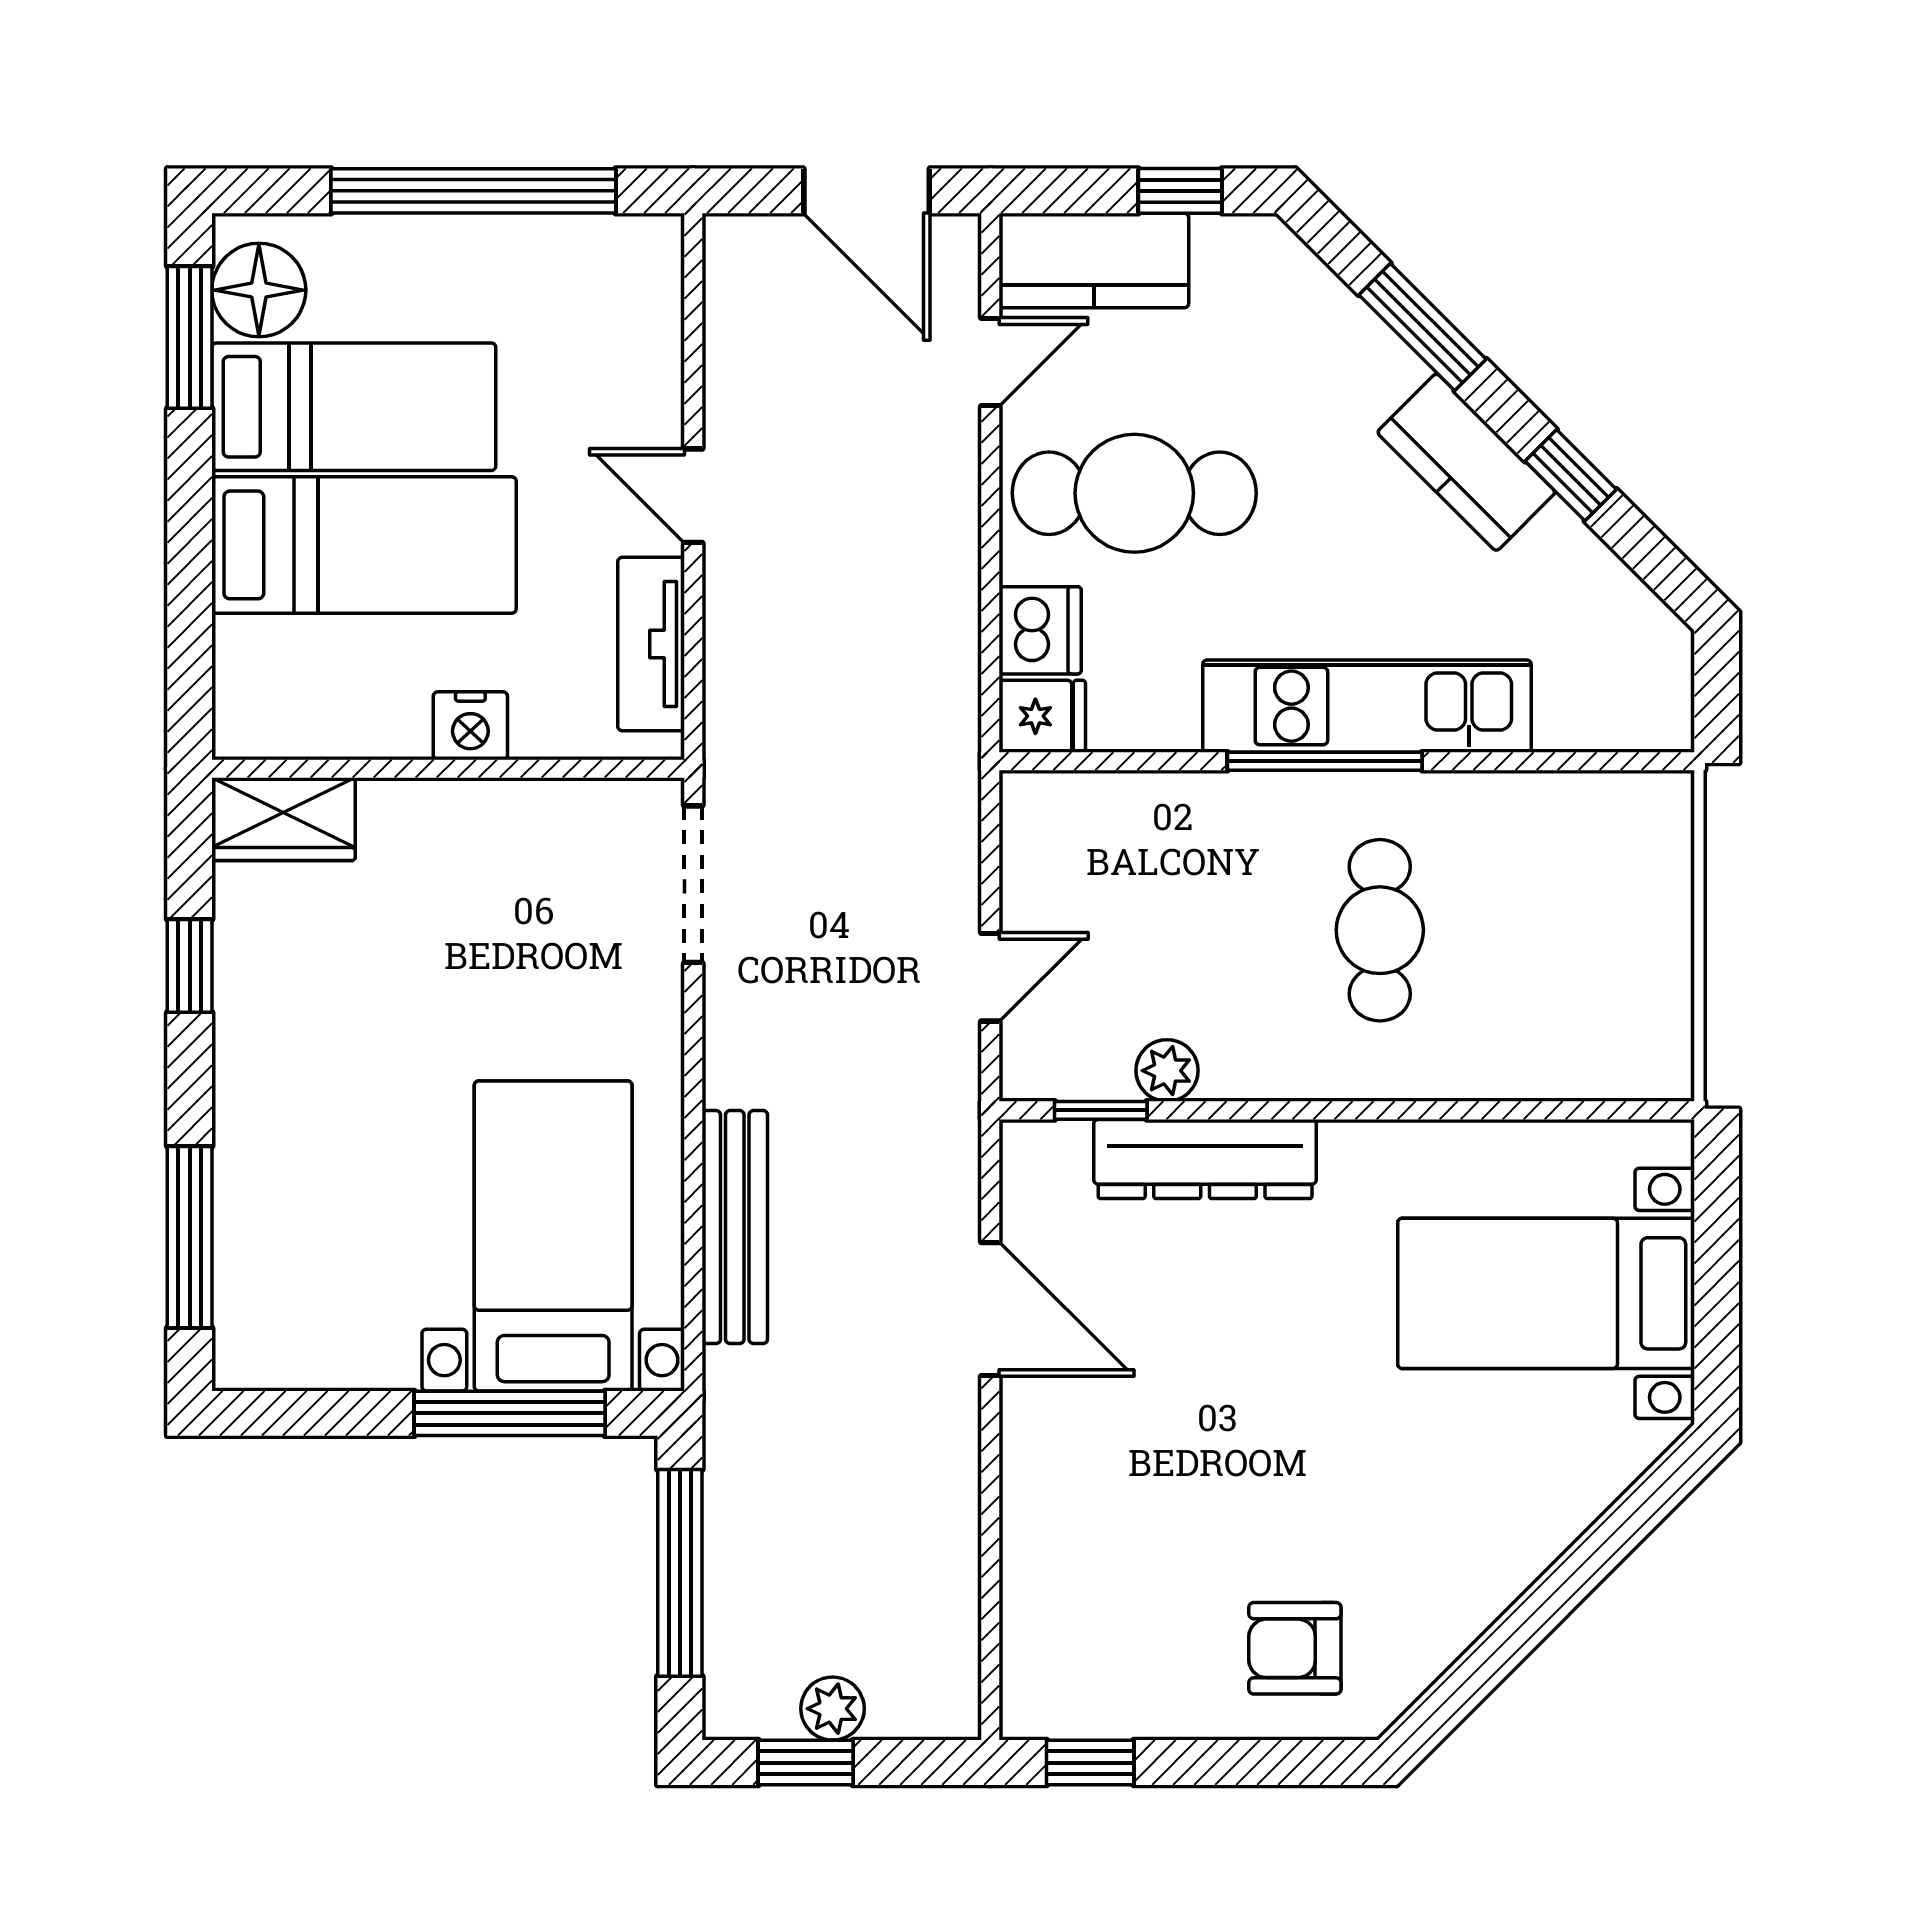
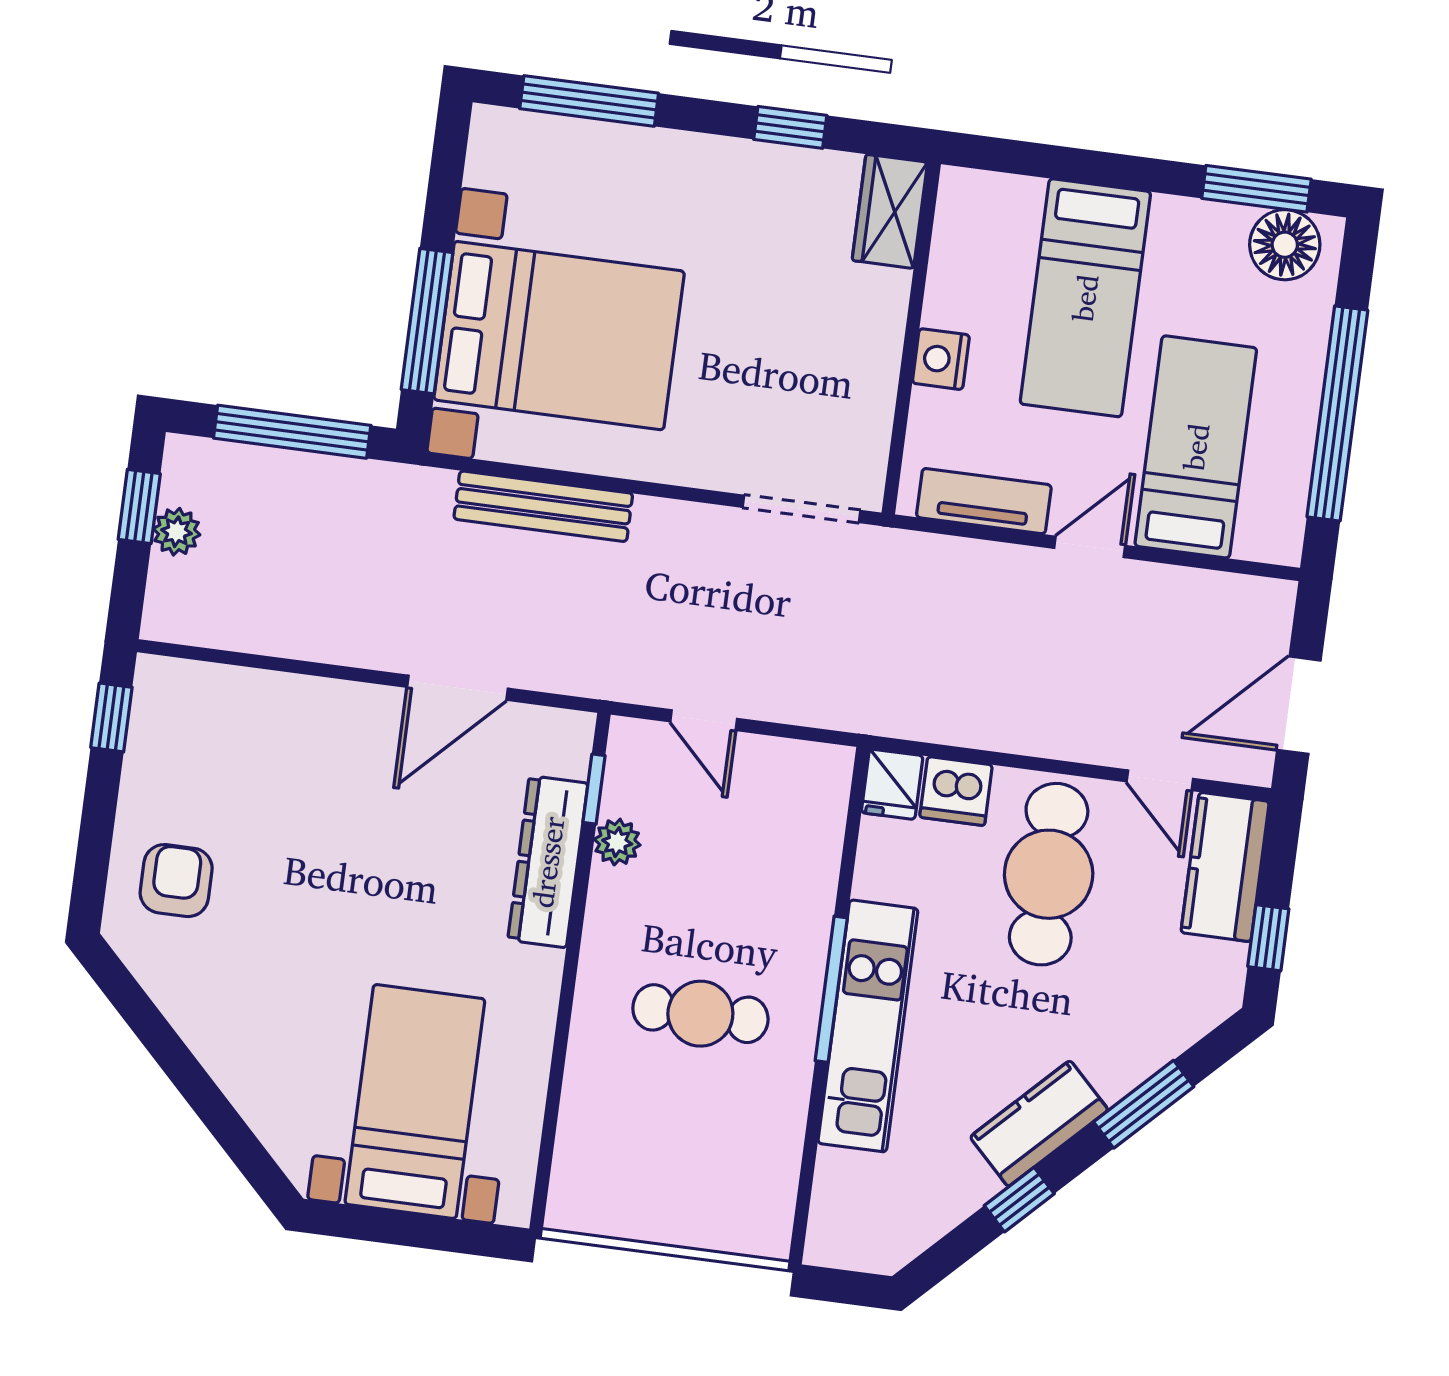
bed: (354, 407) -> (1196, 447), moved, turned 180
bed with nightstands: (553, 1236) -> (559, 336), width x1.36

